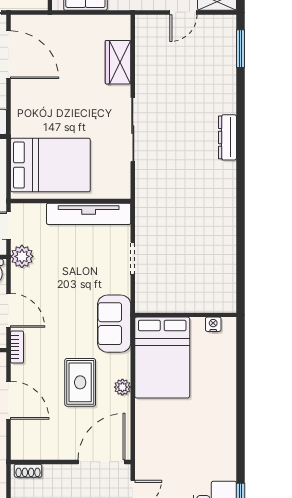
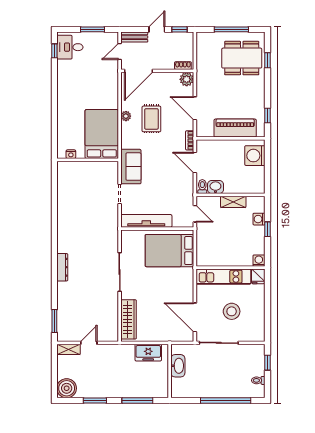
wardrobe: (118, 62) -> (129, 319), width x1.50
plant: (22, 256) -> (187, 79), moved
sofa: (114, 324) -> (131, 167), moved

